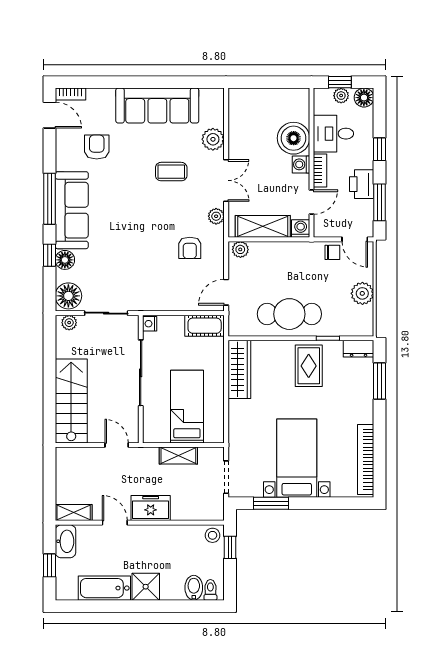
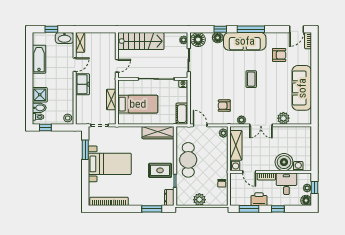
washing machine: (301, 164) -> (298, 166), moved
coffee table: (171, 172) -> (251, 79), moved
door: (355, 239) -> (229, 195), removed
window: (230, 547) -> (45, 128), moved
shower: (146, 587) -> (40, 95), moved

